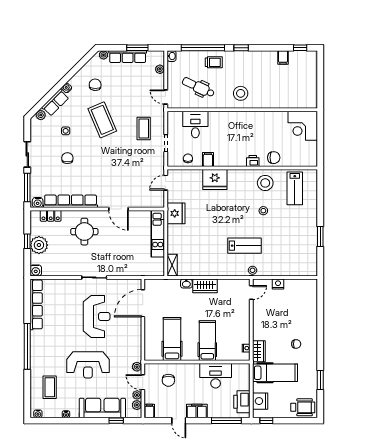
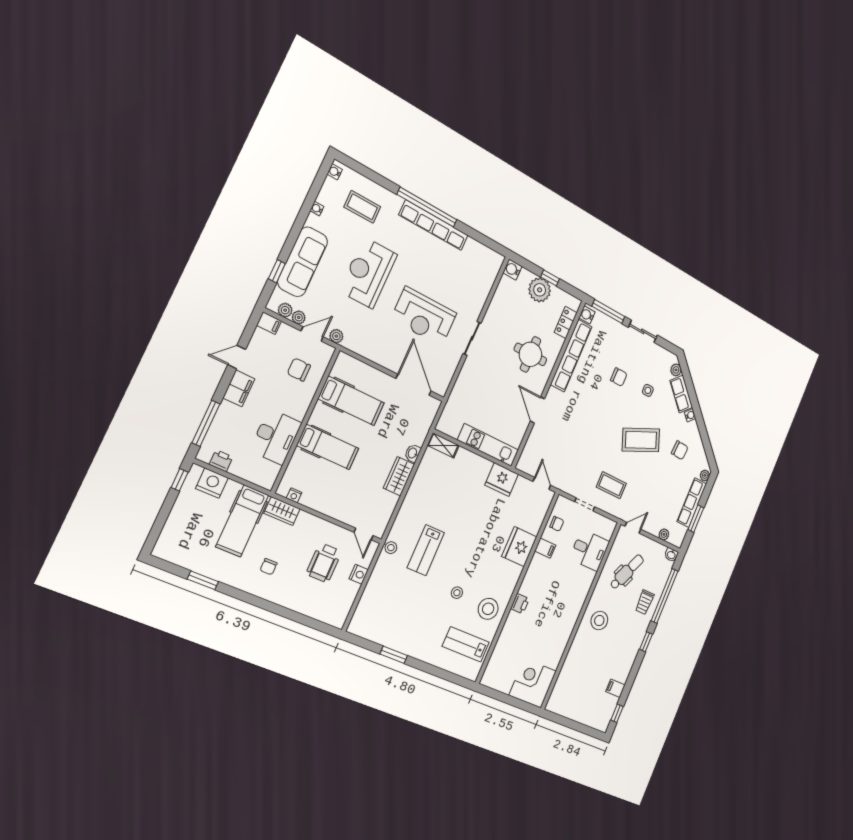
chair: (274, 158) -> (512, 632), removed
door: (118, 209) -> (537, 410), hinge flipped
row of seats: (36, 304) -> (434, 225), moved
printer: (242, 402) -> (221, 461), width x0.53, depth x0.68
wheelchair: (303, 407) -> (324, 563), moved

